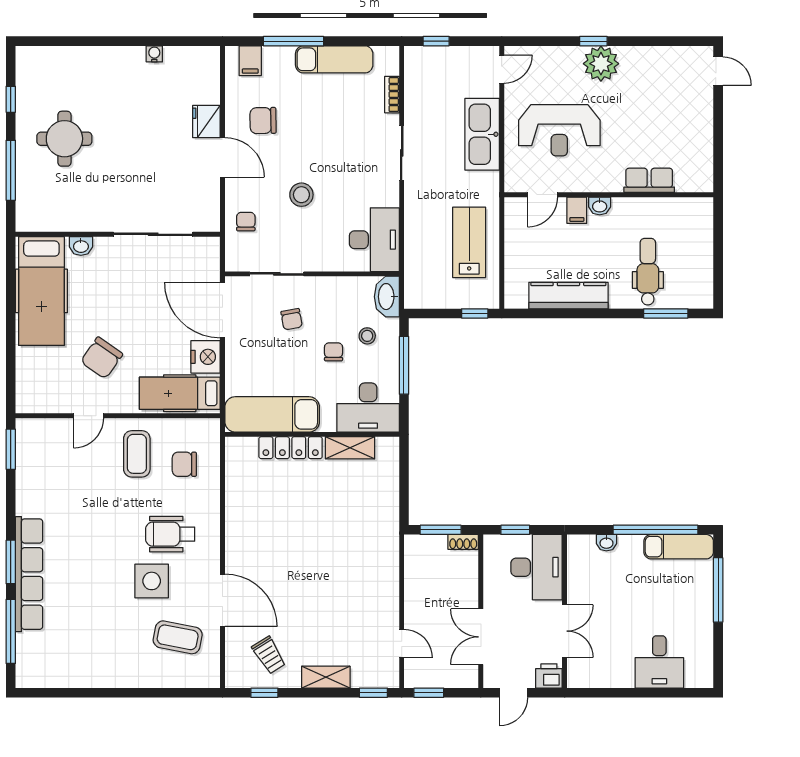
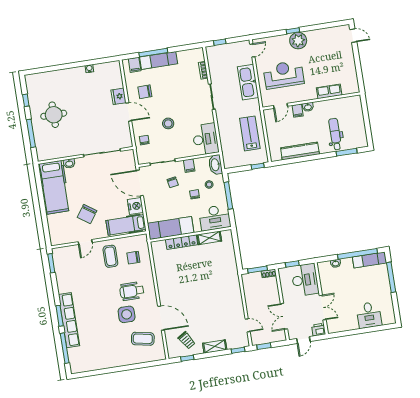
exam couch: (334, 59) -> (159, 60), moved
reception desk: (559, 130) -> (284, 75), turned 180
filing cabinet: (332, 290) -> (189, 166), added

